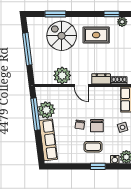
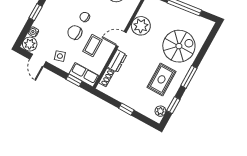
window: (55, 14) -> (189, 77), moved
coffee table: (93, 147) -> (92, 46), moved

